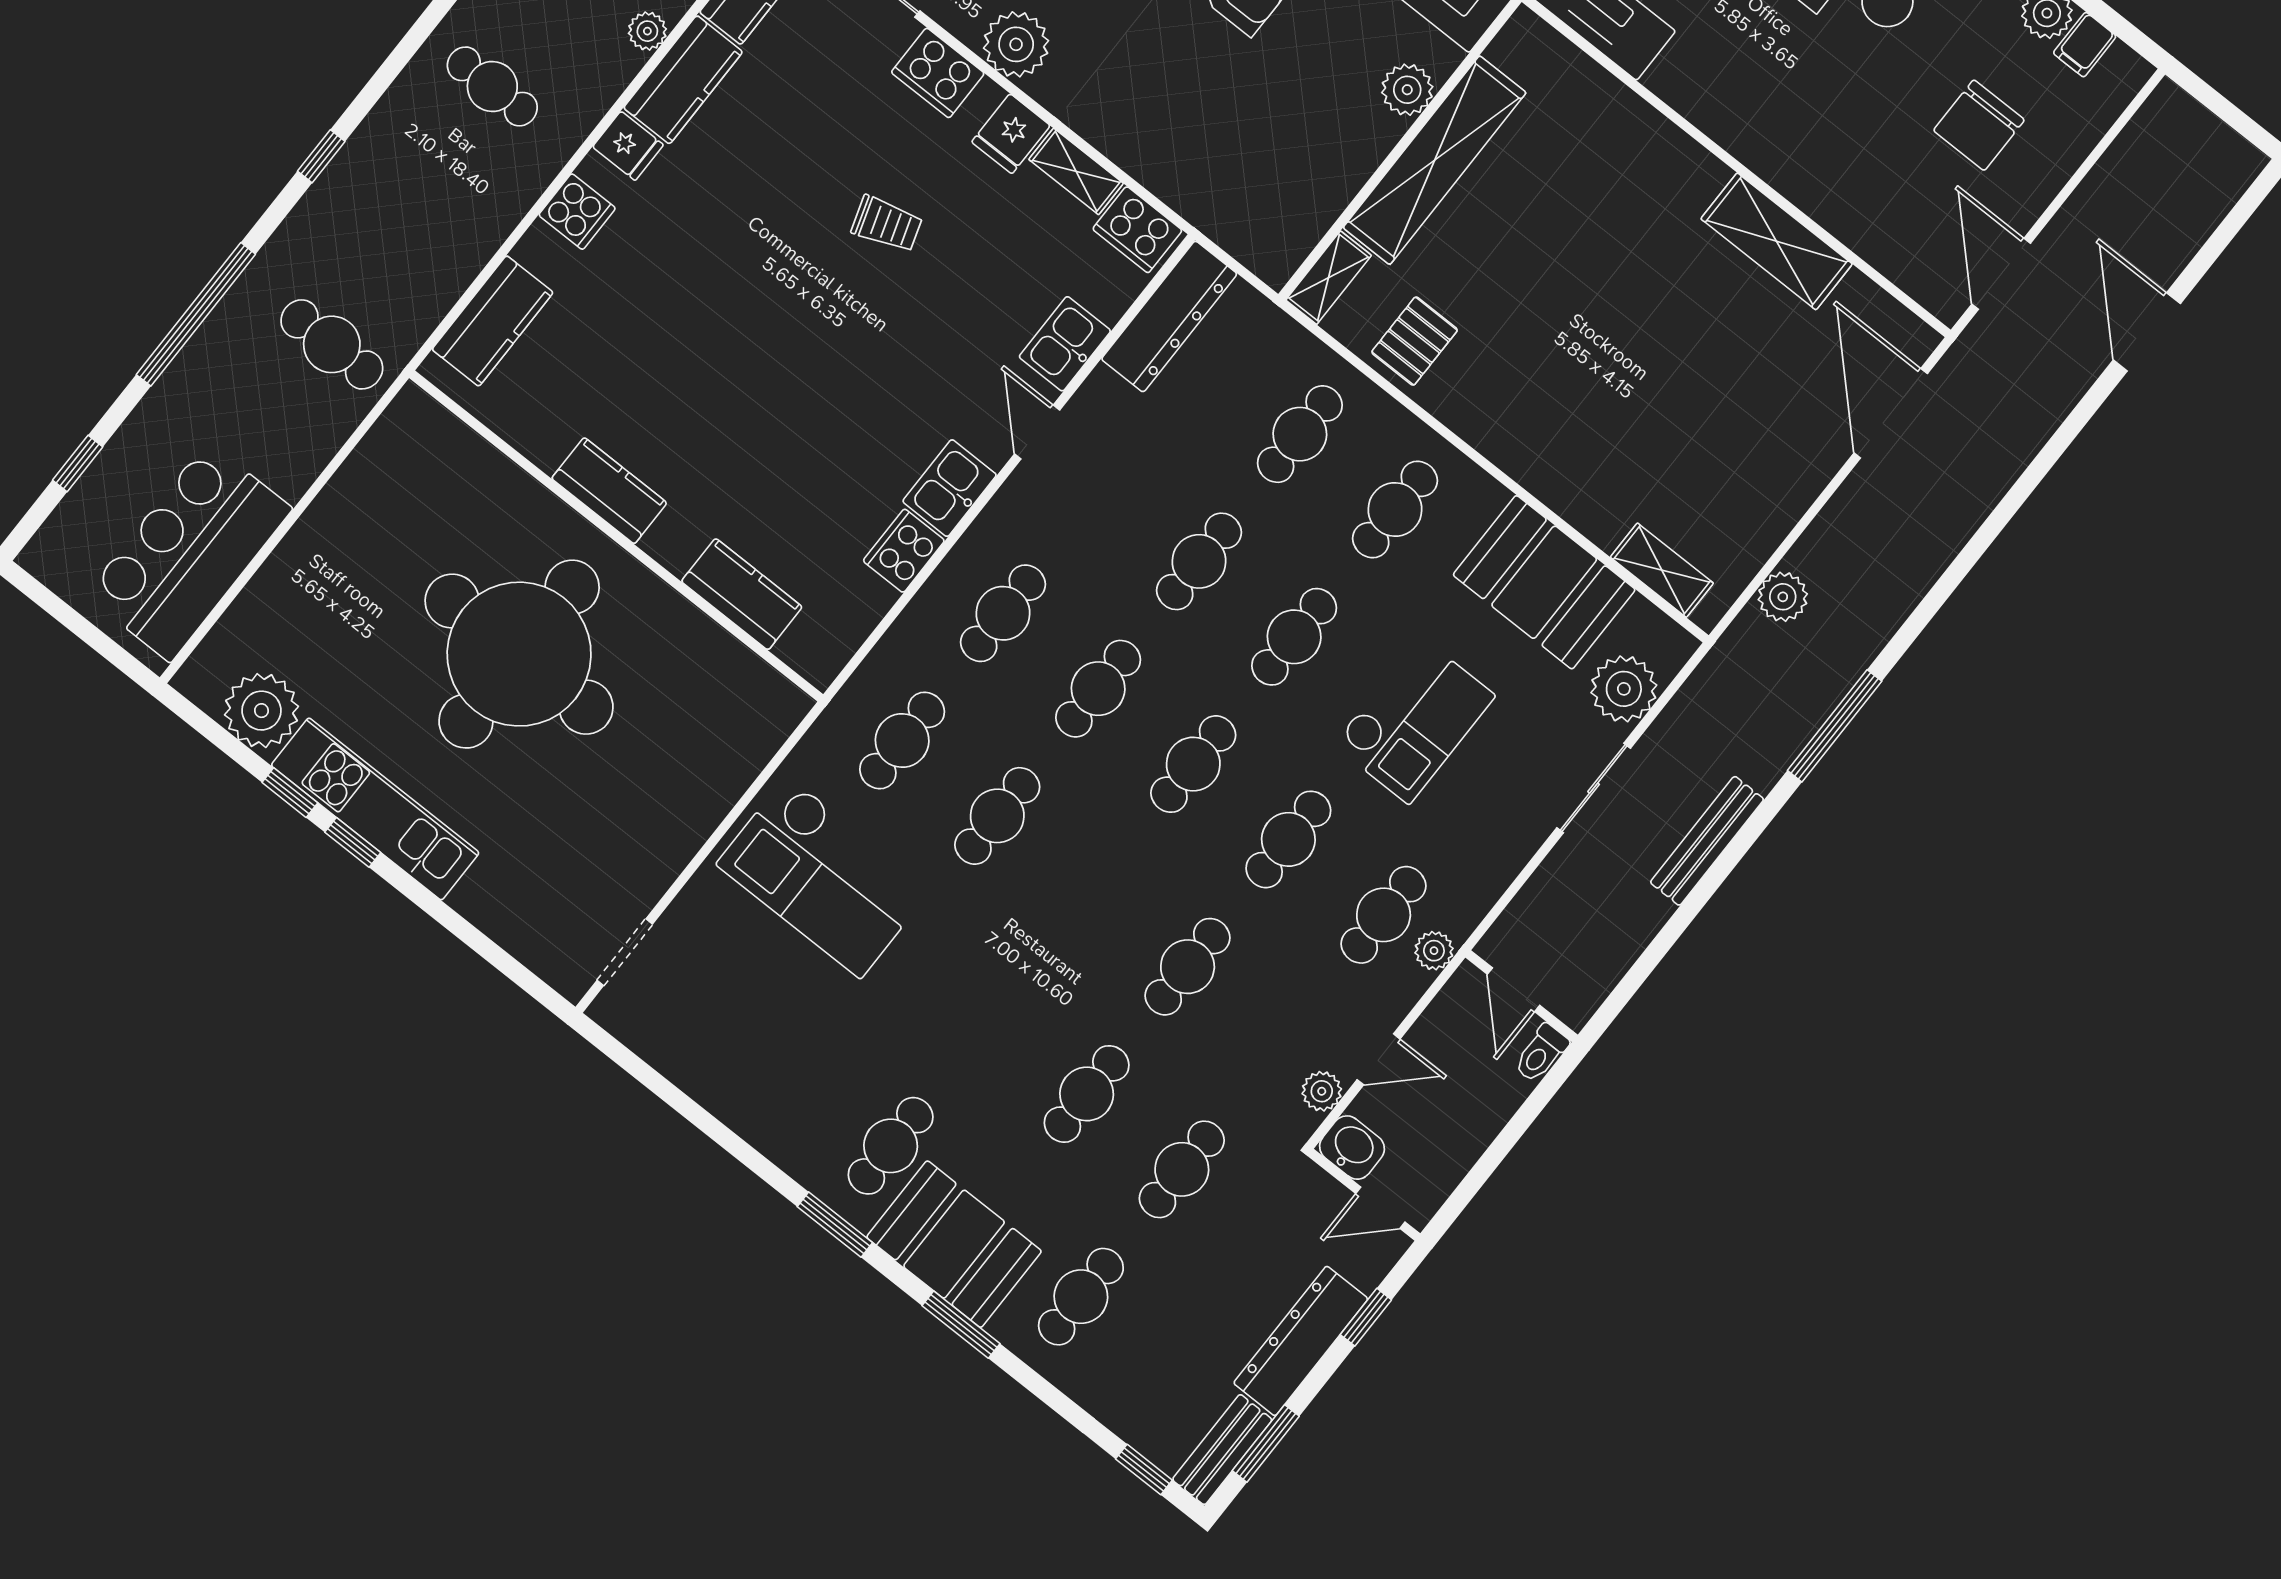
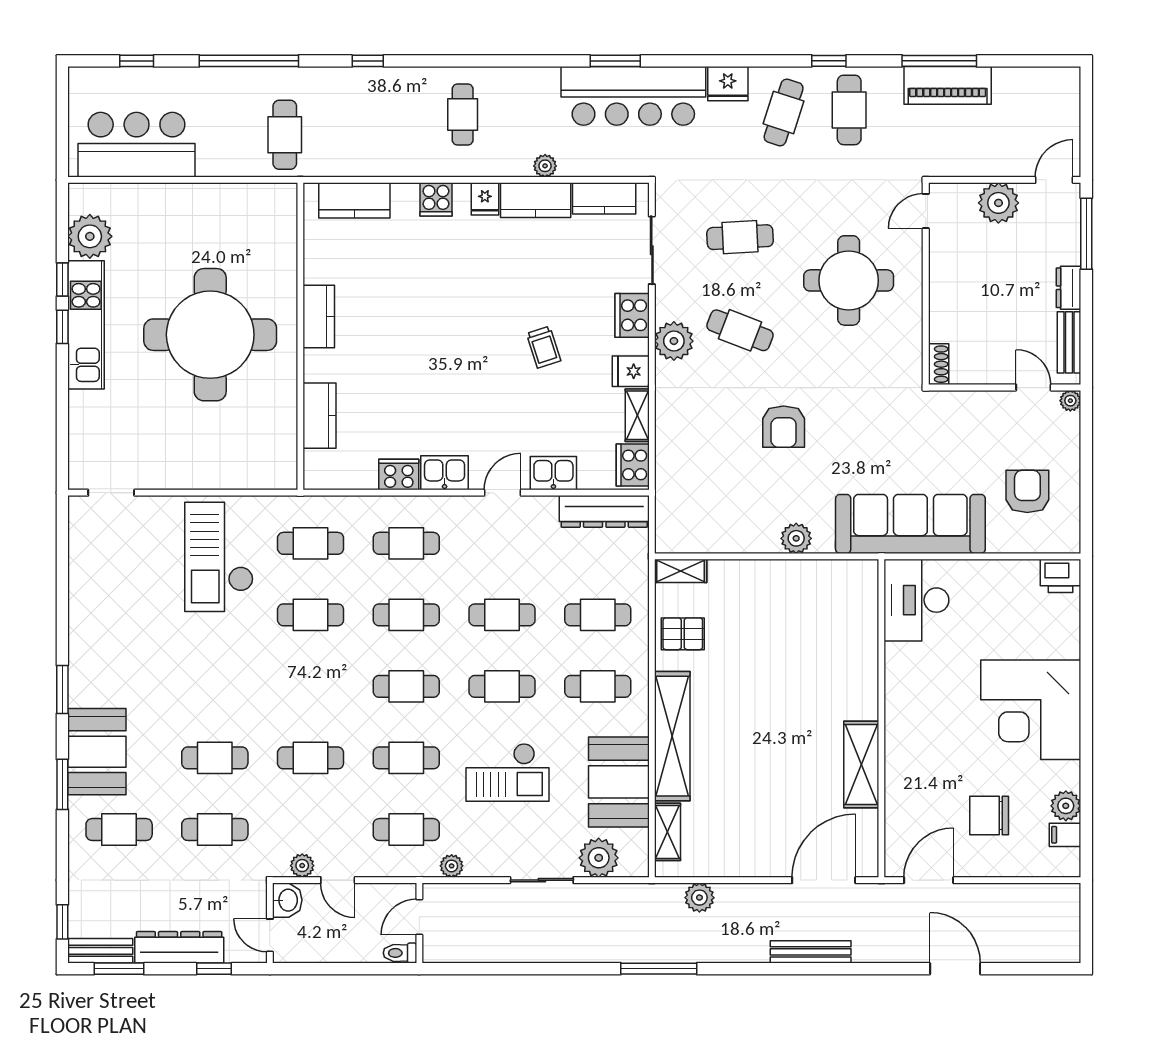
shelving: (1435, 160) -> (672, 736), moved, turned 90
door: (2147, 332) -> (955, 969), hinge flipped
bench: (1707, 841) -> (811, 952), moved
plant: (1434, 951) -> (452, 866), moved
cafe table: (891, 1146) -> (119, 686), removed

